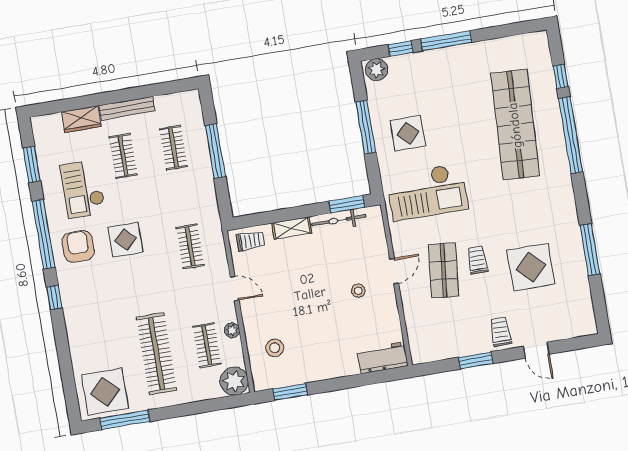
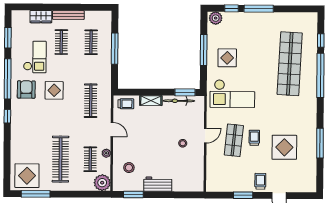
checkout: (83, 189) -> (35, 57), turned 180
clothes rail: (190, 246) -> (91, 101), width x1.36
workbench: (383, 358) -> (158, 184), moved

